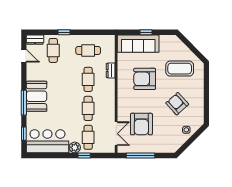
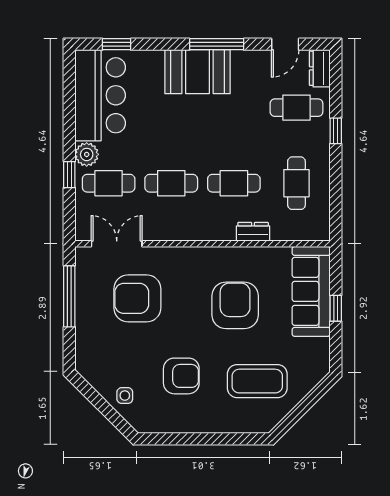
coffee table: (180, 69) -> (257, 381), turned 90
window: (24, 103) -> (217, 44), moved
armchair: (177, 104) -> (181, 376), turned 42
double door: (116, 134) -> (117, 244), swing flipped

